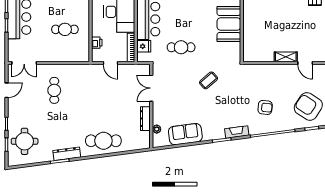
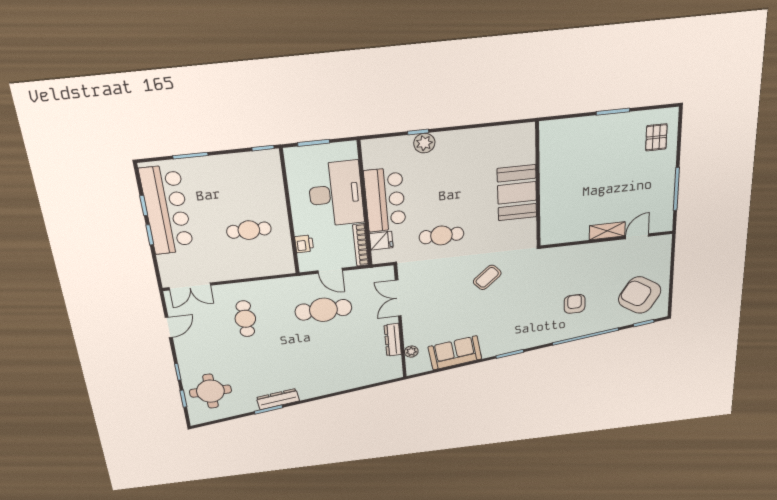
door: (305, 63) -> (637, 236), swing flipped
armchair: (265, 107) -> (575, 304), turned -96
fireplace: (237, 132) -> (532, 341), removed
cafe table: (103, 141) -> (323, 310), moved

